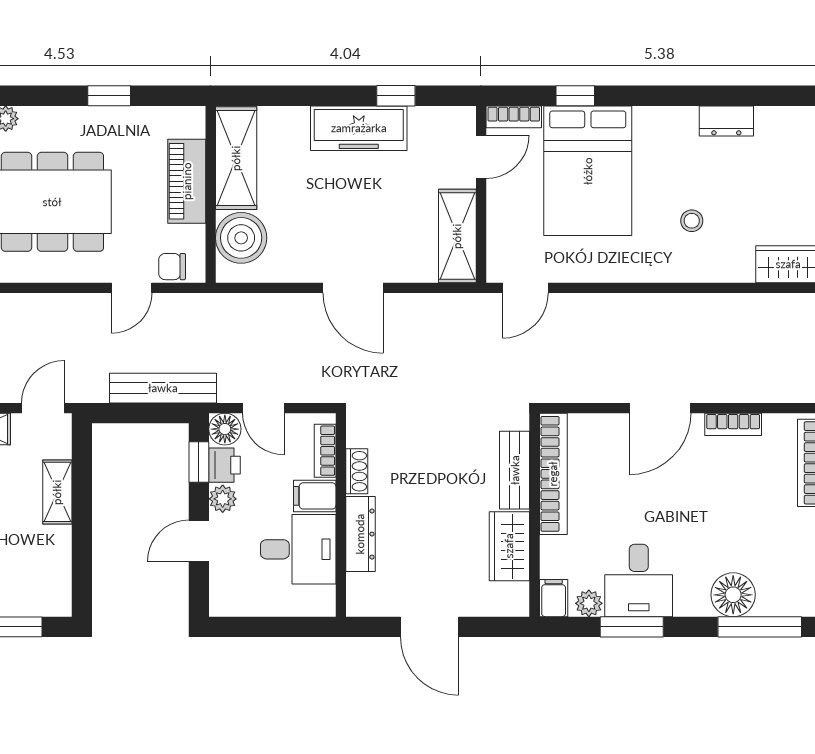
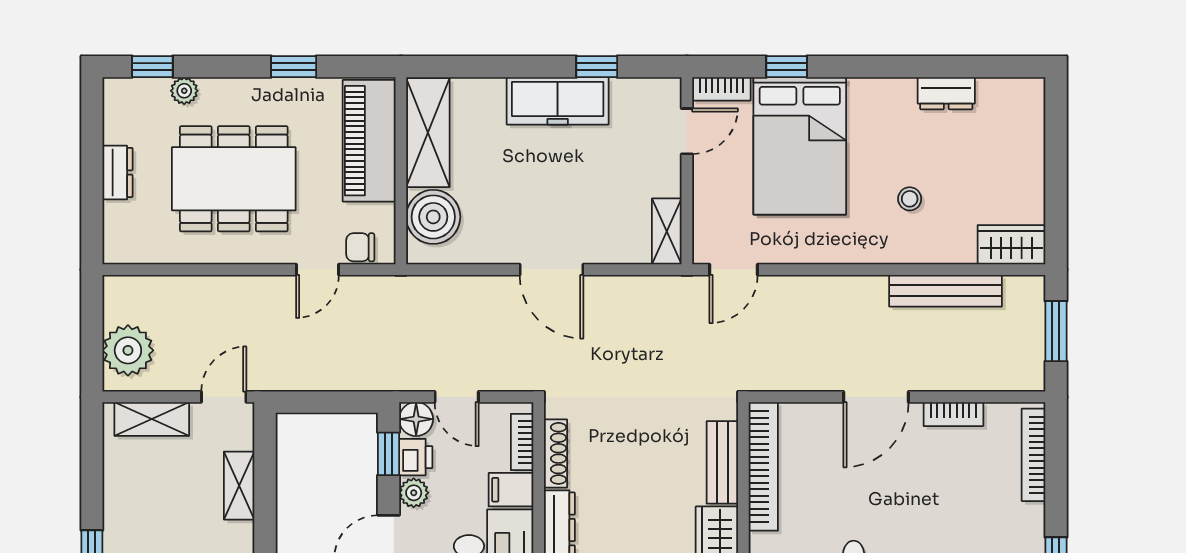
piano: (187, 181) -> (369, 141), width x1.37, depth x1.33
shelving: (457, 236) -> (667, 231), width x0.67, depth x0.75
bench: (163, 388) -> (946, 291), moved
shoe rack: (357, 471) -> (555, 453), width x1.43

